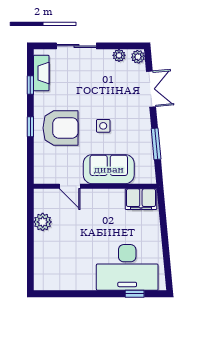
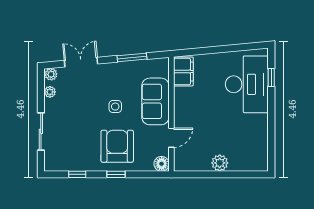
fireplace: (41, 73) -> (66, 164), removed
floor lamp: (42, 176) -> (162, 164), added
plant: (43, 222) -> (220, 163), moved

